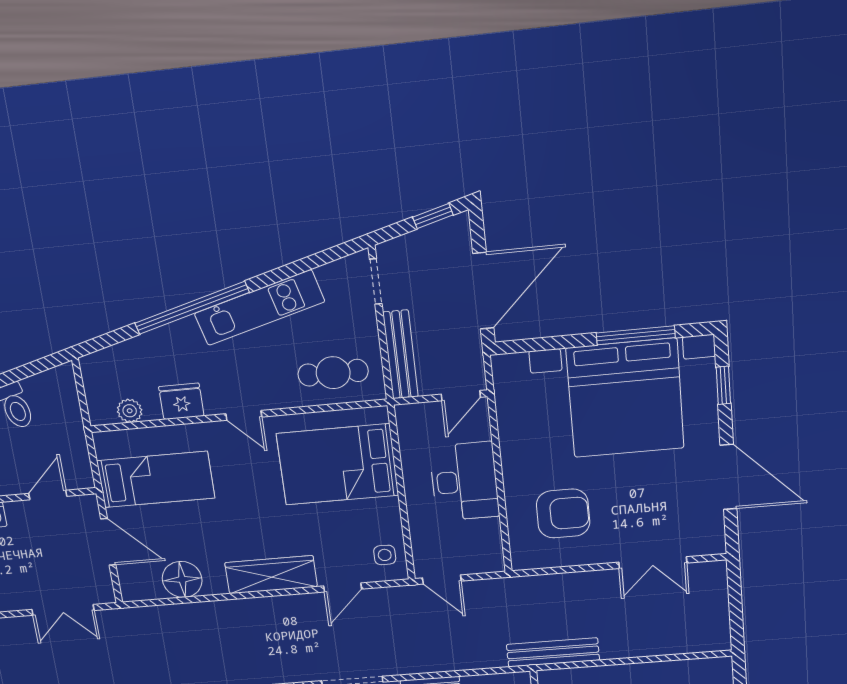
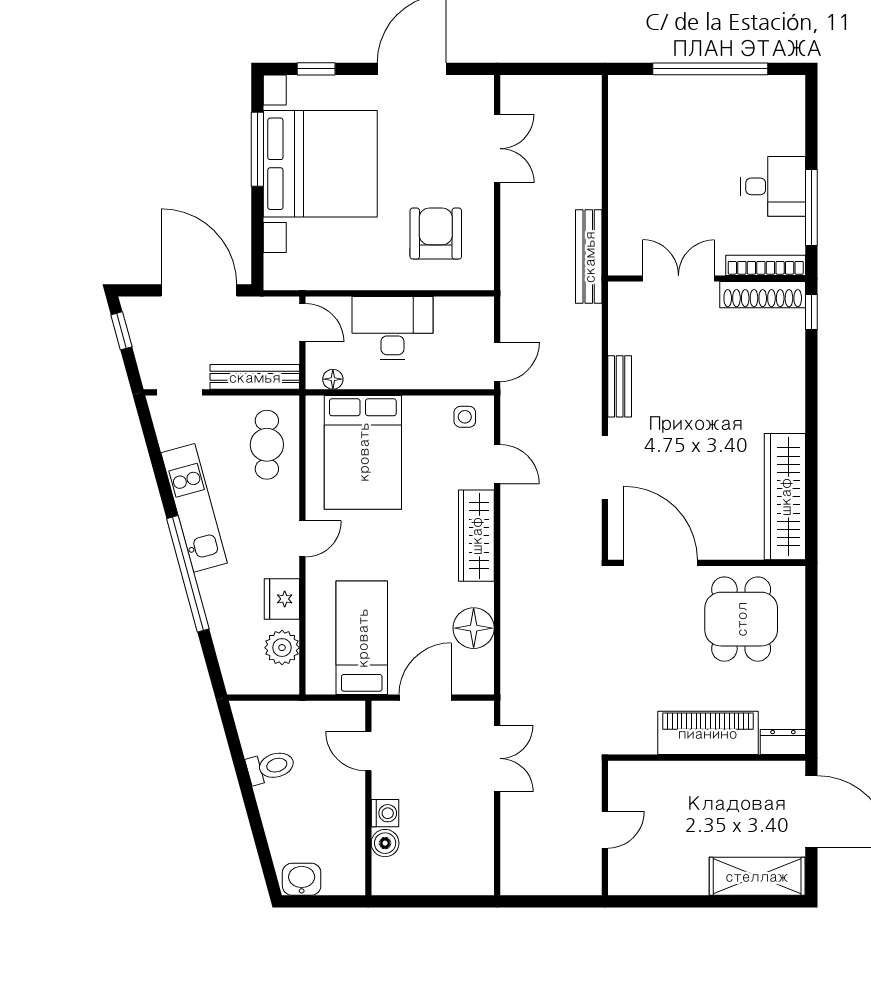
plant: (130, 411) -> (282, 648), width x1.38, depth x1.38
floor lamp: (407, 430) -> (333, 379), added

